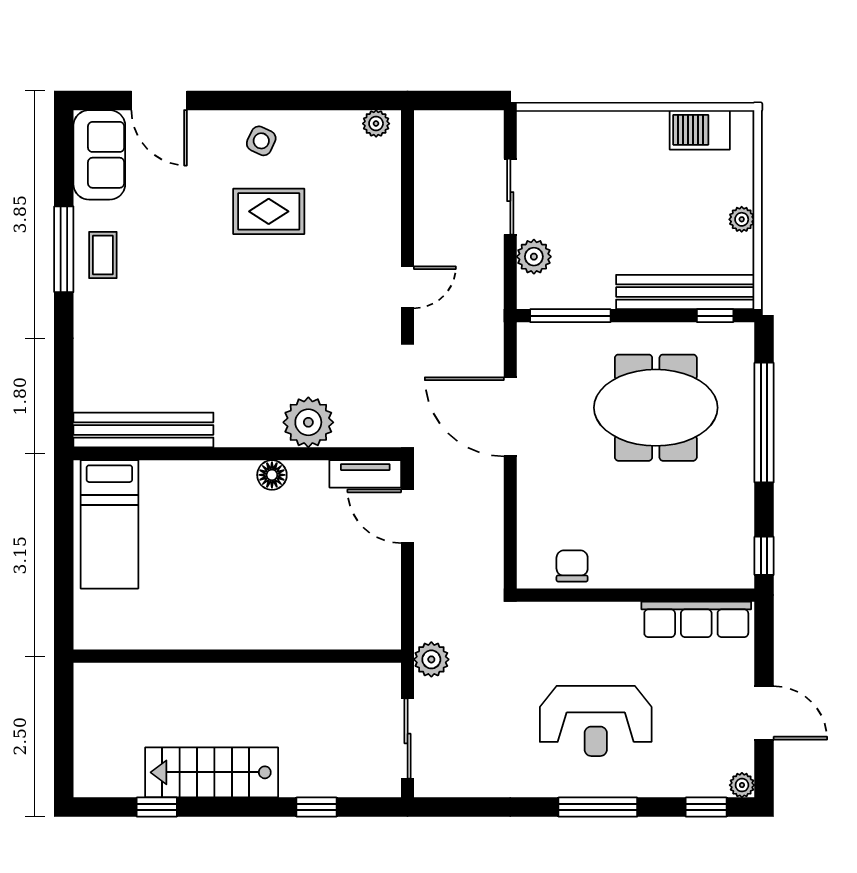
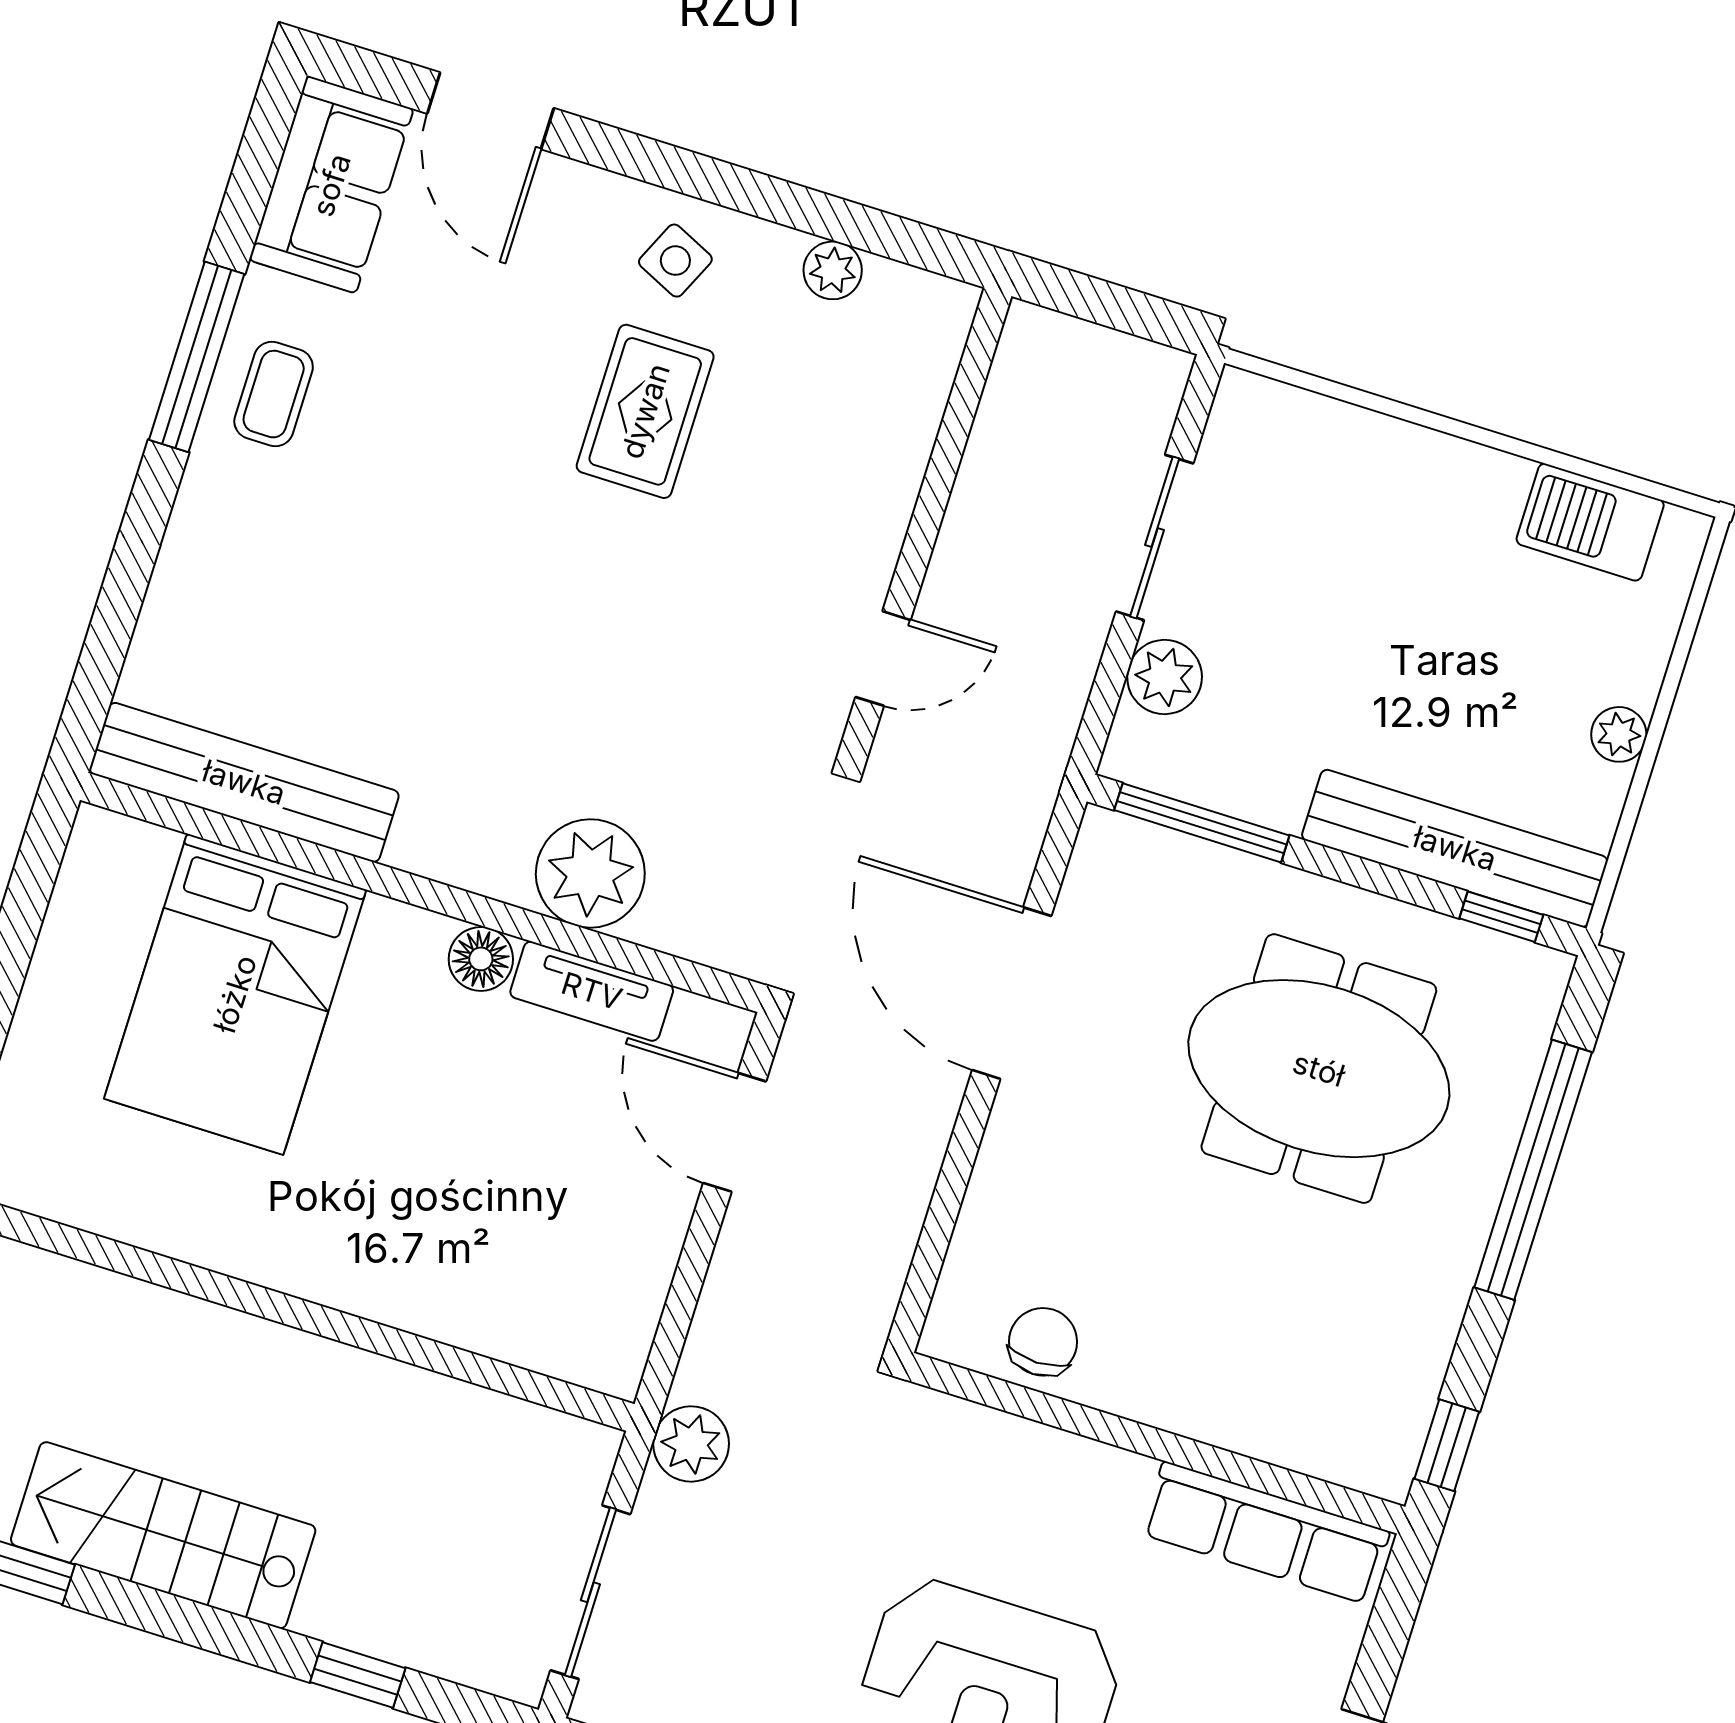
plant: (376, 124) -> (833, 270), moved
rug: (269, 211) -> (645, 411), turned 90
tv unit: (365, 474) -> (592, 991), moved
bed: (109, 524) -> (235, 994), moved, width x1.50

